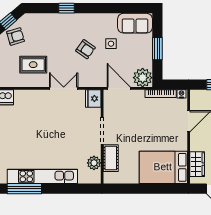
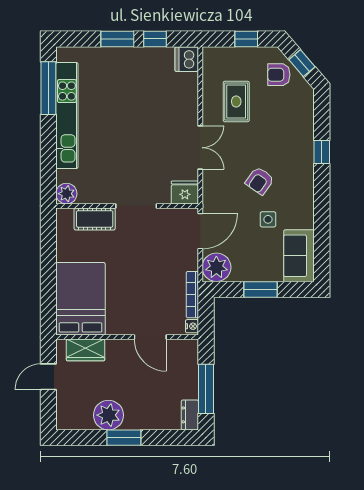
armchair: (16, 37) -> (279, 75), turned 106
plant: (94, 163) -> (66, 194), moved

